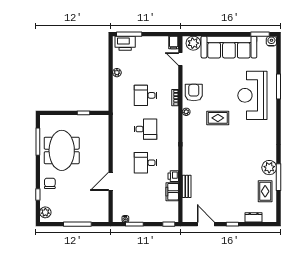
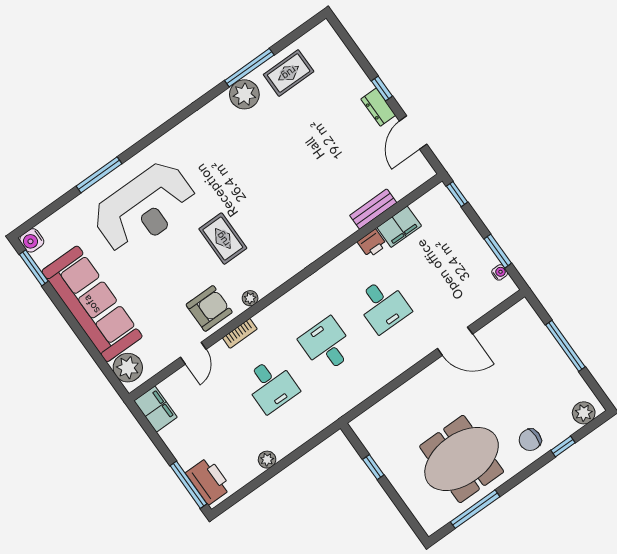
filing cabinet: (174, 42) -> (156, 409), width x2.00
door: (180, 59) -> (193, 353), moved
armchair: (194, 93) -> (209, 308), turned 180
dresser: (254, 217) -> (378, 107), moved

